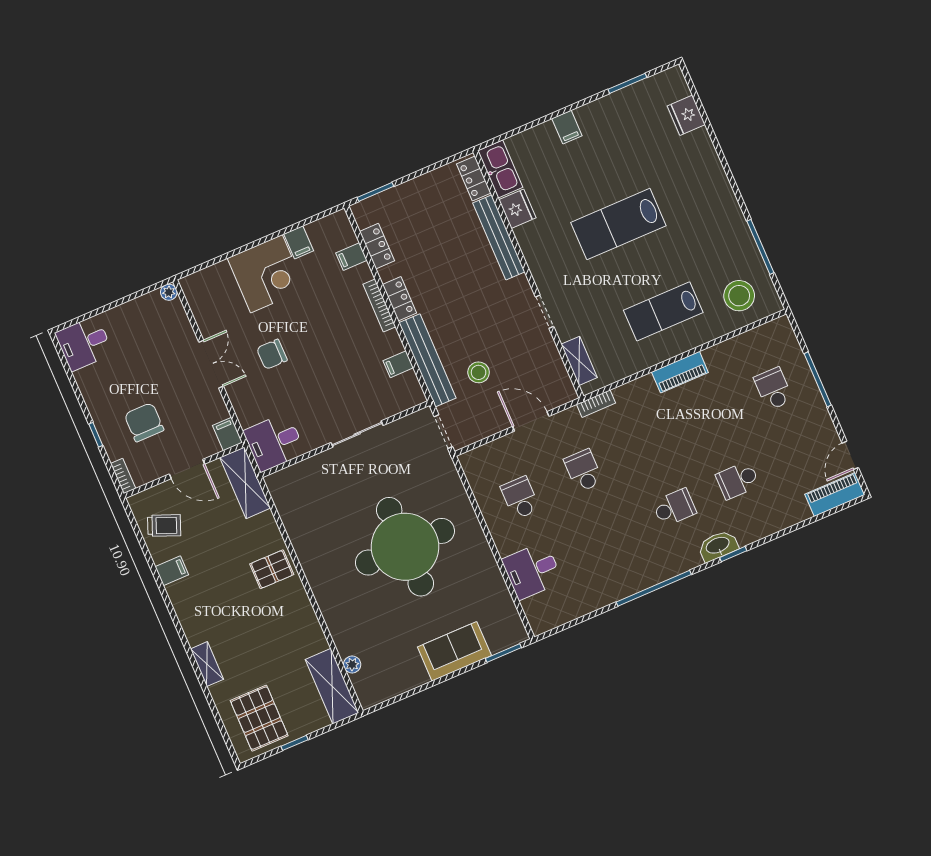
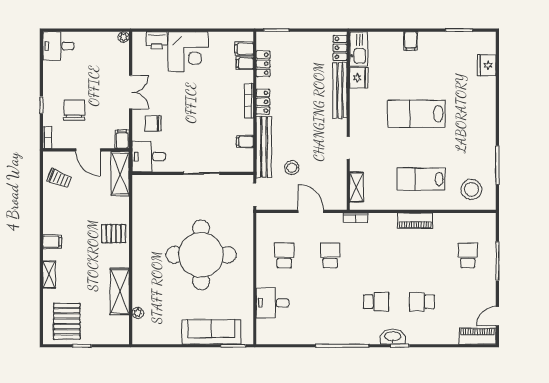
filing cabinet: (299, 242) -> (244, 49), moved, turned 90
printer: (216, 277) -> (157, 40), added
chair: (272, 354) -> (153, 123), moved
filing cabinet: (172, 571) -> (52, 242), moved
sofa: (454, 651) -> (211, 332), width x1.36
shelving: (332, 686) -> (120, 291), moved

